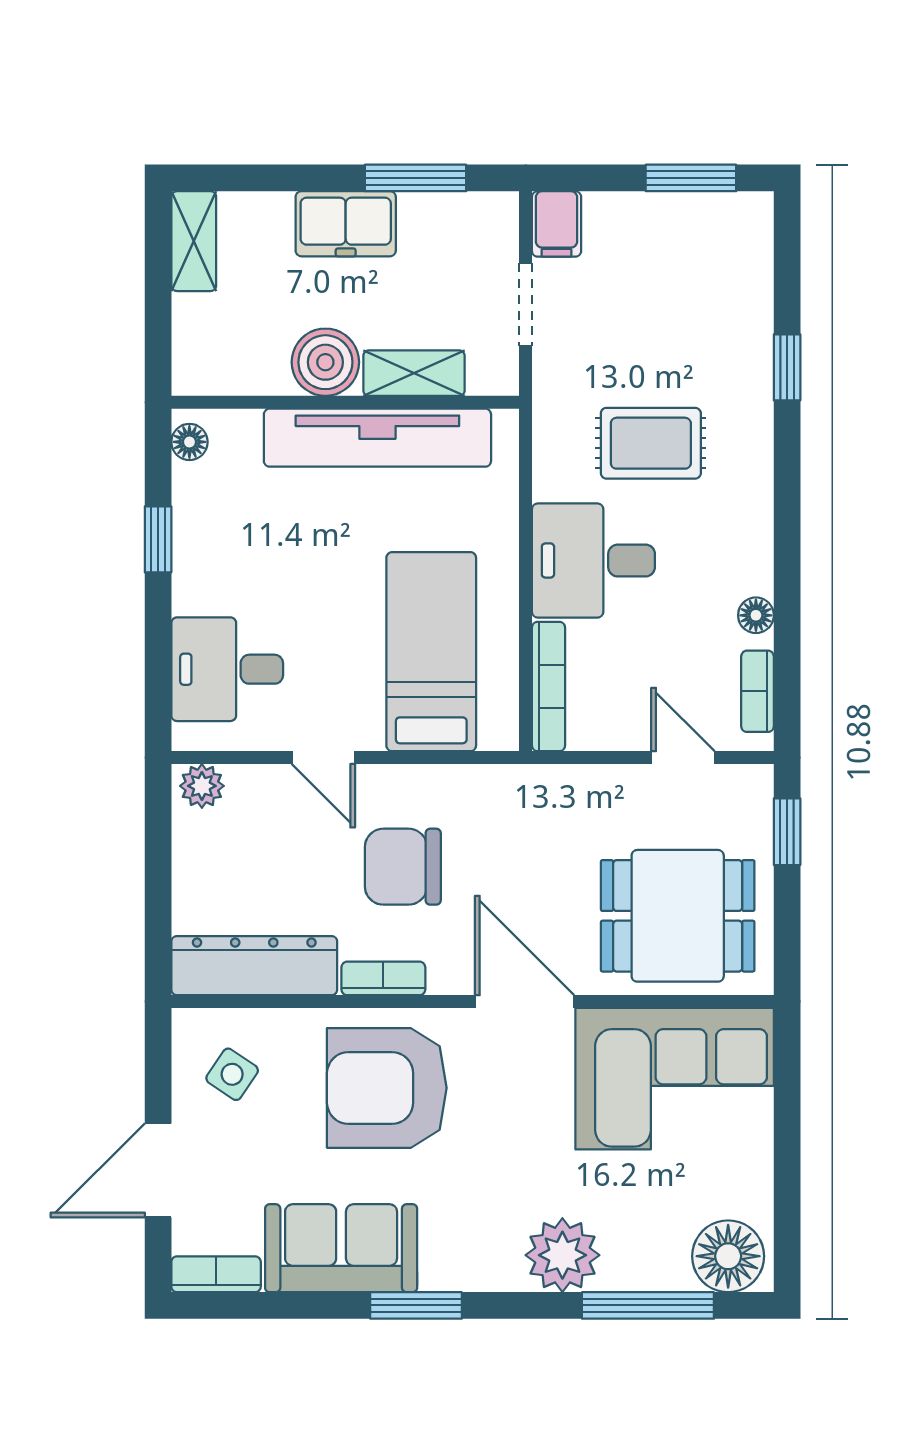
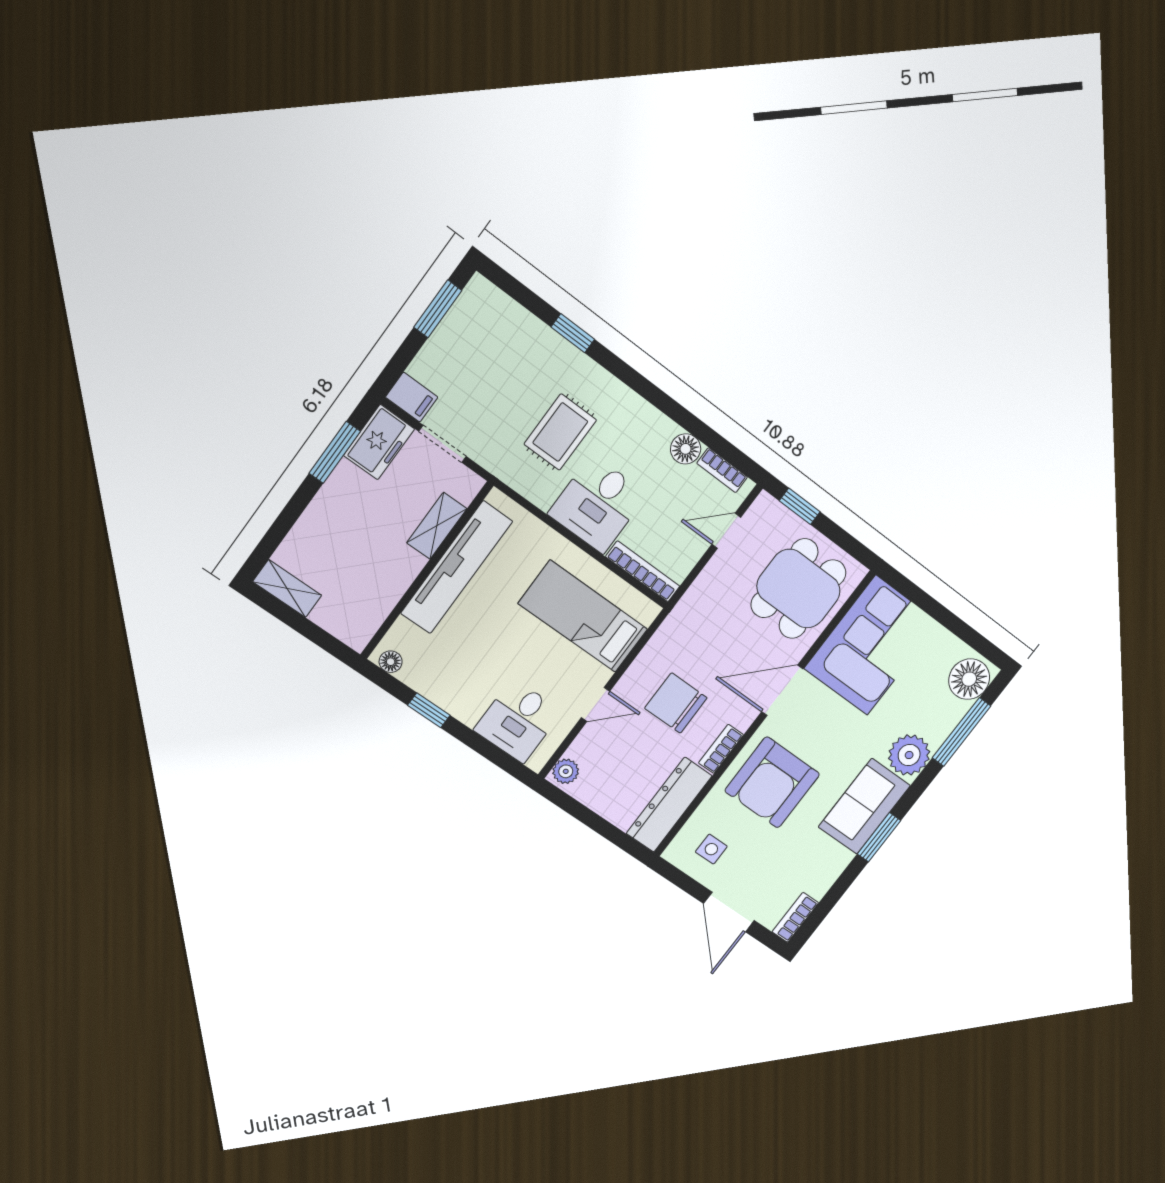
freezer: (346, 224) -> (379, 442), moved
boiler: (325, 362) -> (399, 566), removed
floor lamp: (756, 615) -> (686, 449), width x1.37, depth x1.37
chair: (403, 867) -> (676, 703), turned 90
side table: (232, 1074) -> (711, 849), turned -34
sofa: (341, 1248) -> (864, 806), moved

